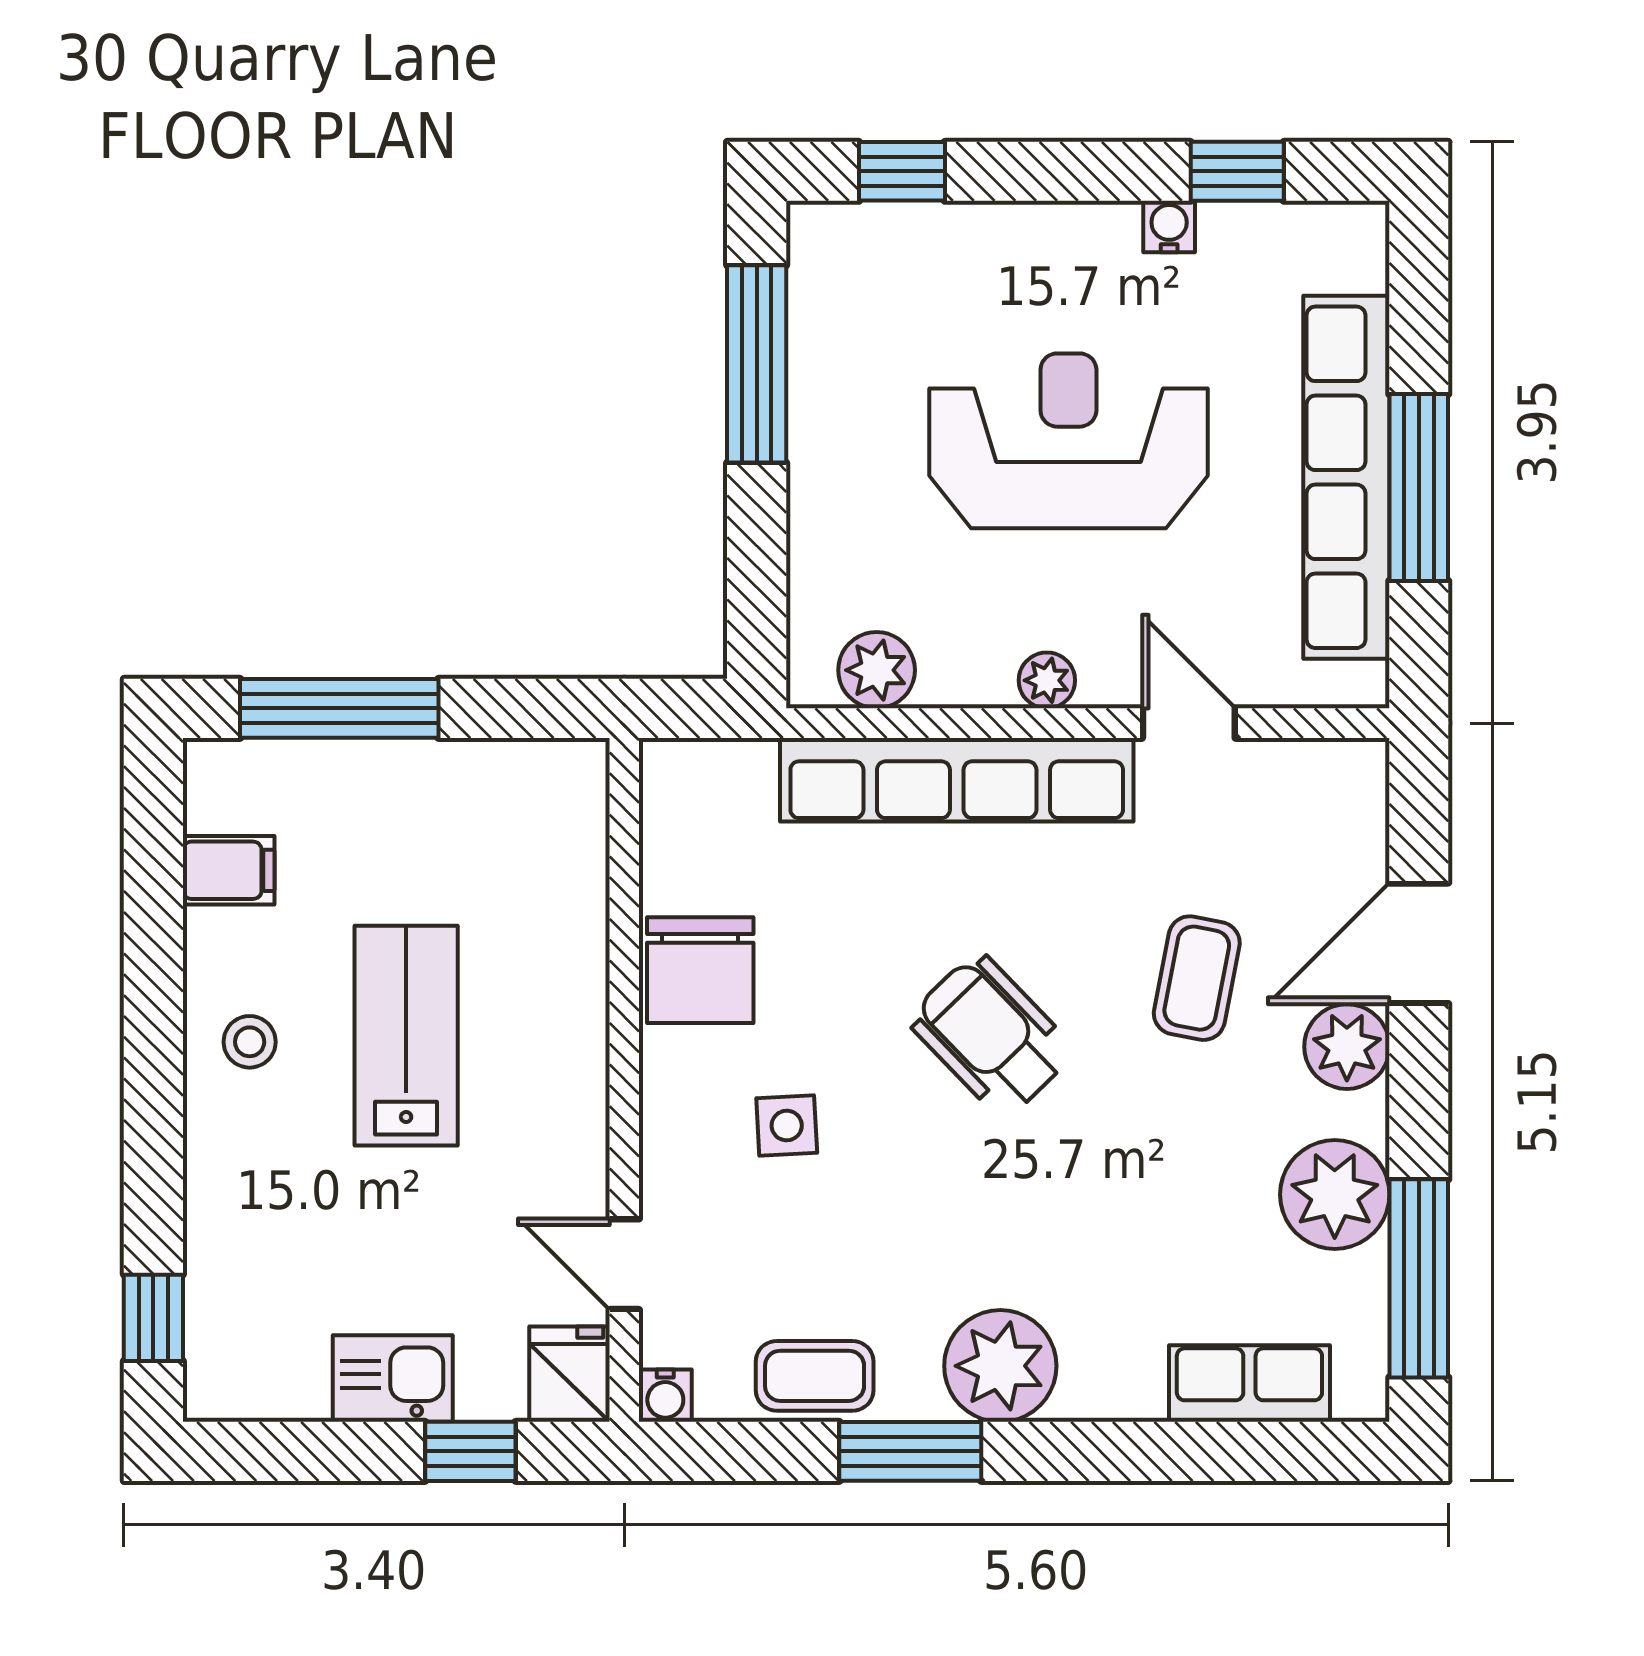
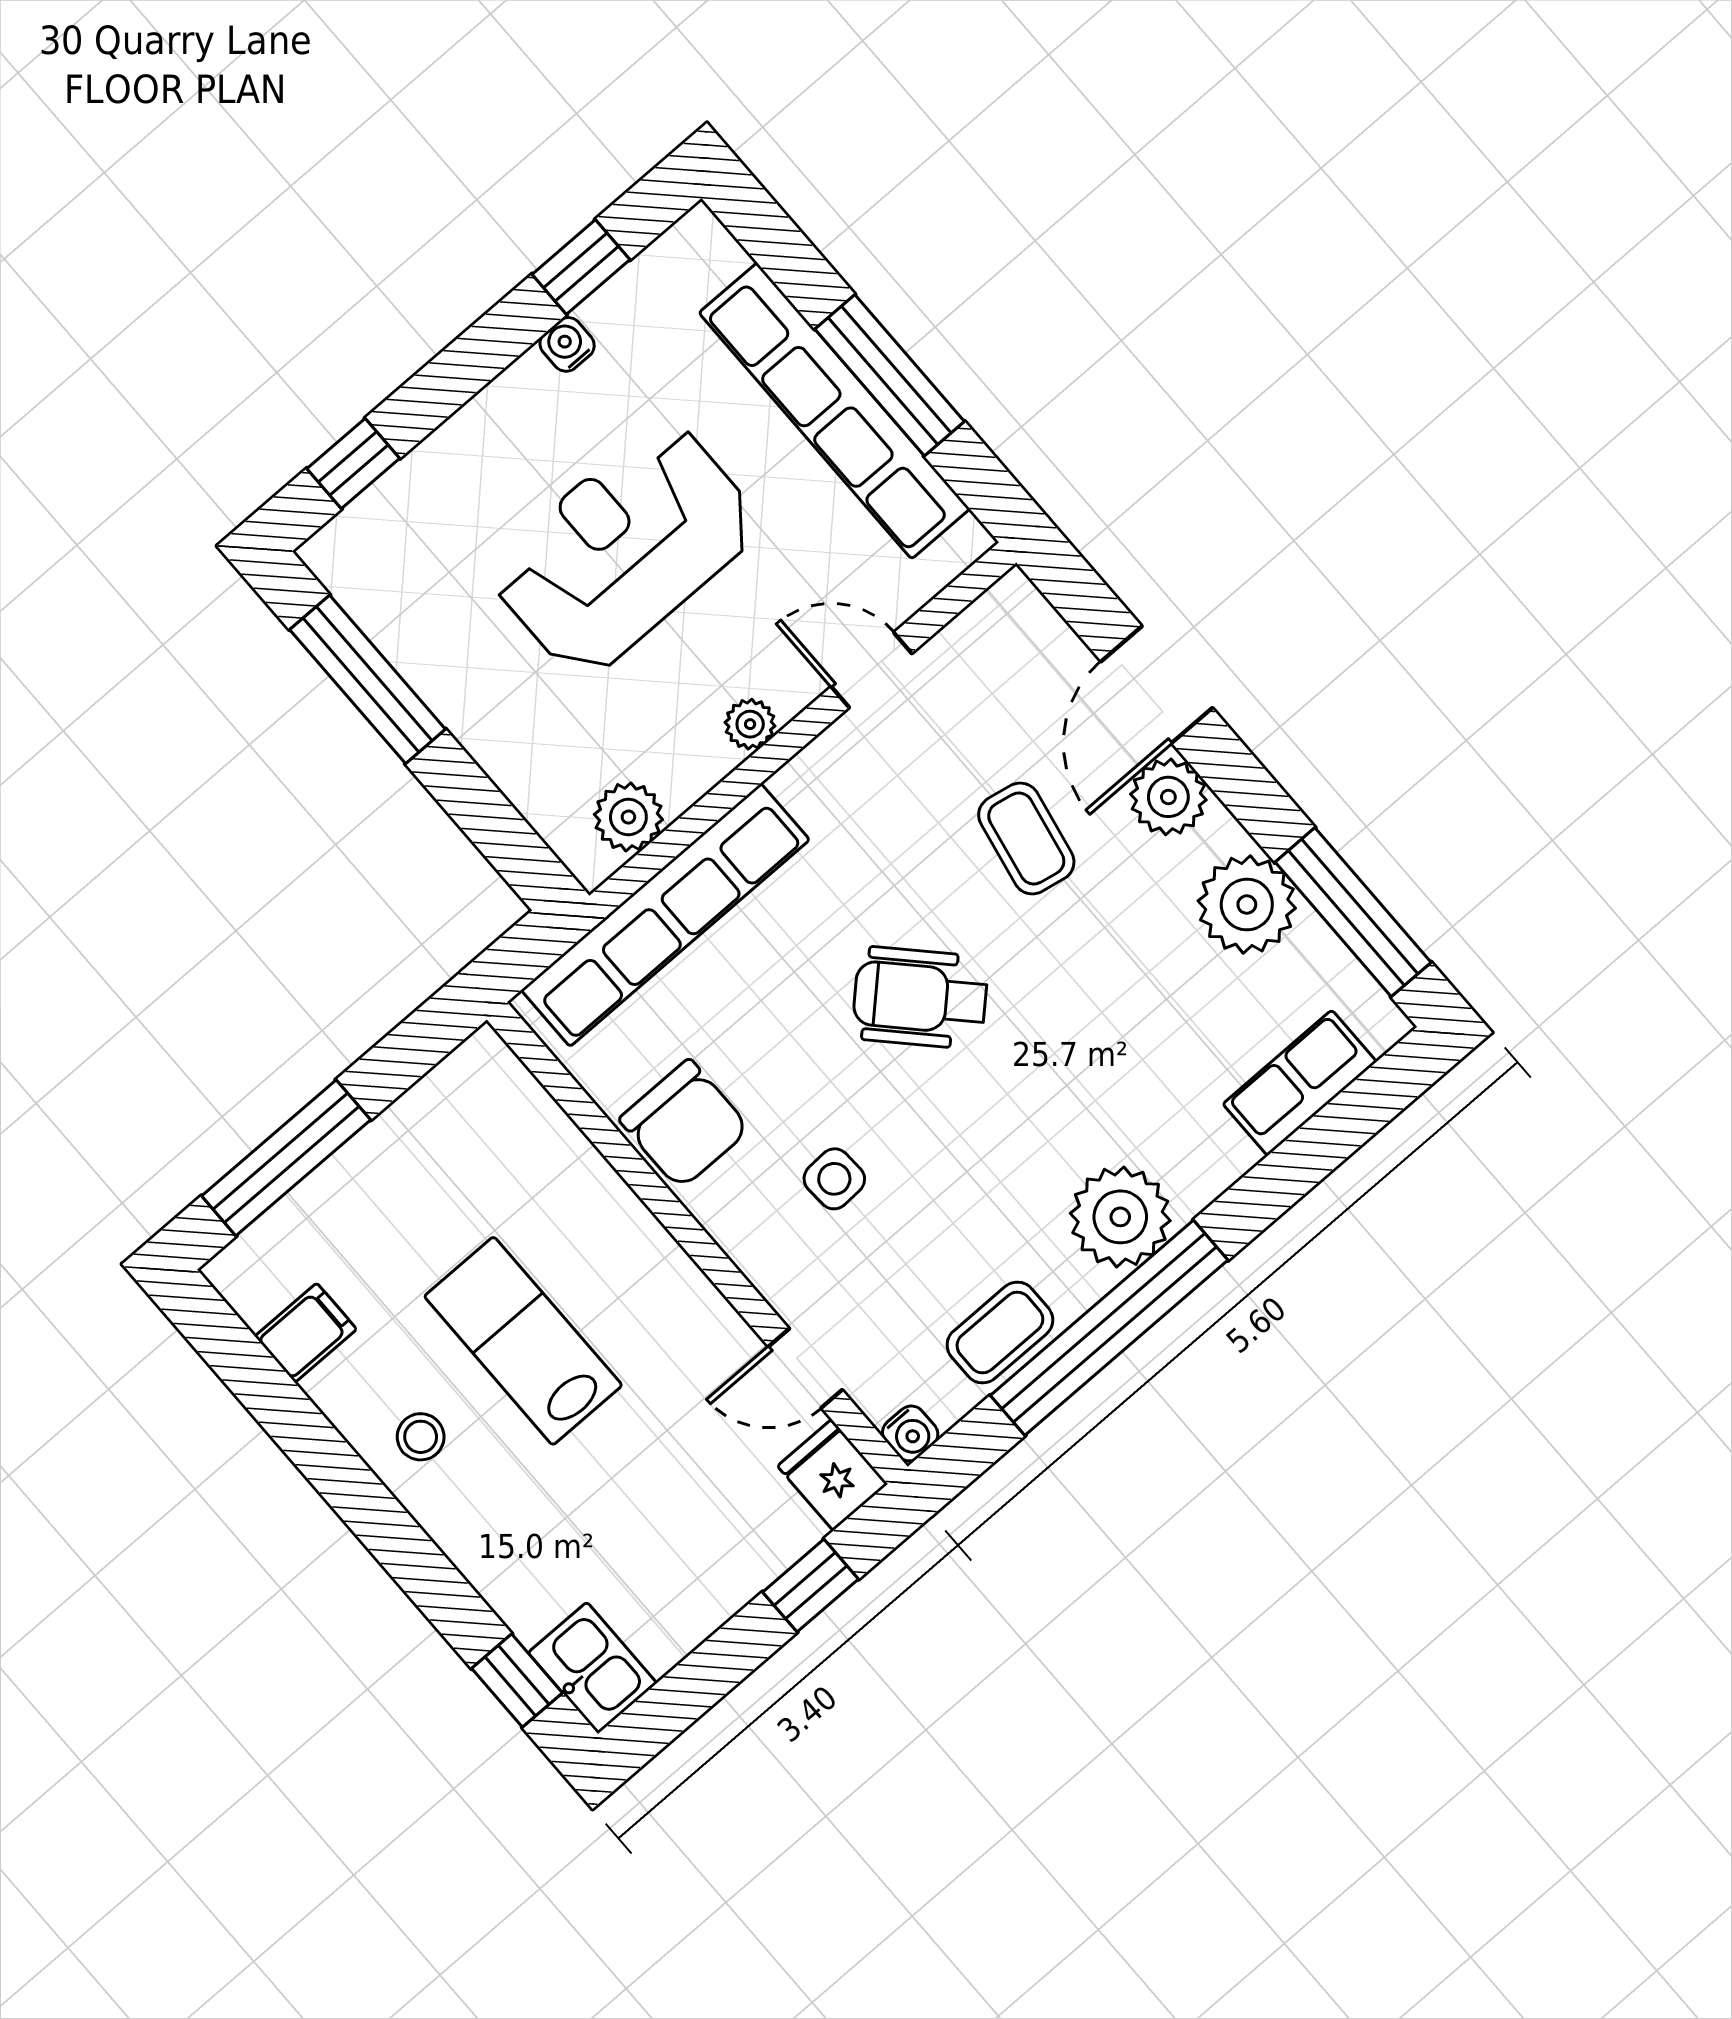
row of seats: (957, 780) -> (665, 915), moved
kitchen sink: (393, 1379) -> (592, 1668), moved, turned 90
window: (910, 1451) -> (1109, 1328), width x2.11

